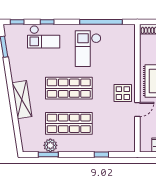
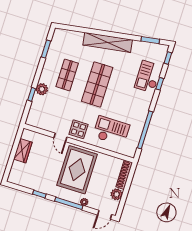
checkout: (88, 49) -> (111, 131), moved
shelving: (22, 100) -> (108, 42), width x1.47
shop shelf: (69, 123) -> (67, 75), width x0.70, depth x0.74
plant: (50, 145) -> (42, 89), moved

